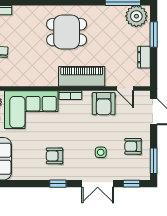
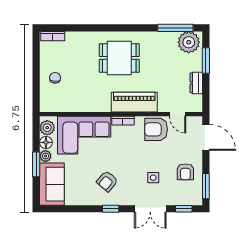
armchair: (104, 104) -> (156, 129), turned 90
armchair: (133, 146) -> (185, 172), turned -90
armchair: (54, 156) -> (107, 181), turned -50

